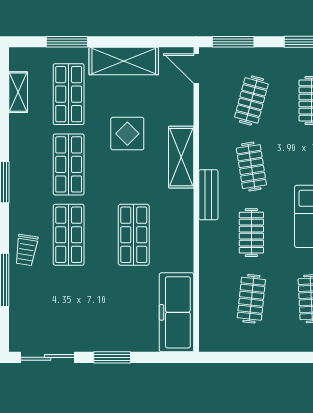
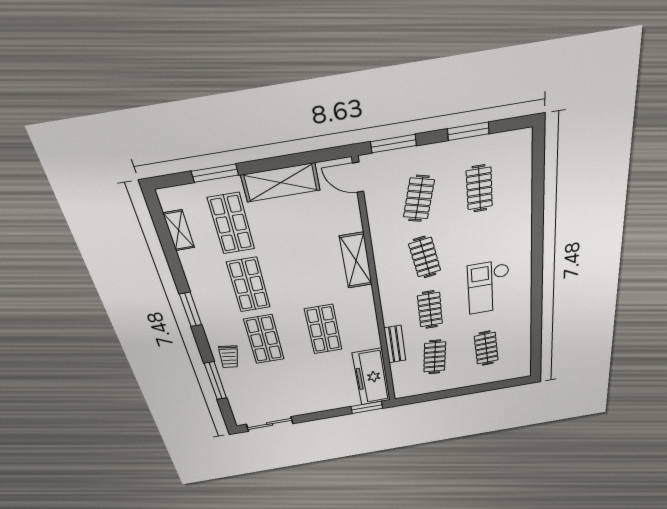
display table: (127, 134) -> (299, 249), removed
bench: (208, 195) -> (395, 344), moved
window: (112, 357) -> (367, 407), moved

